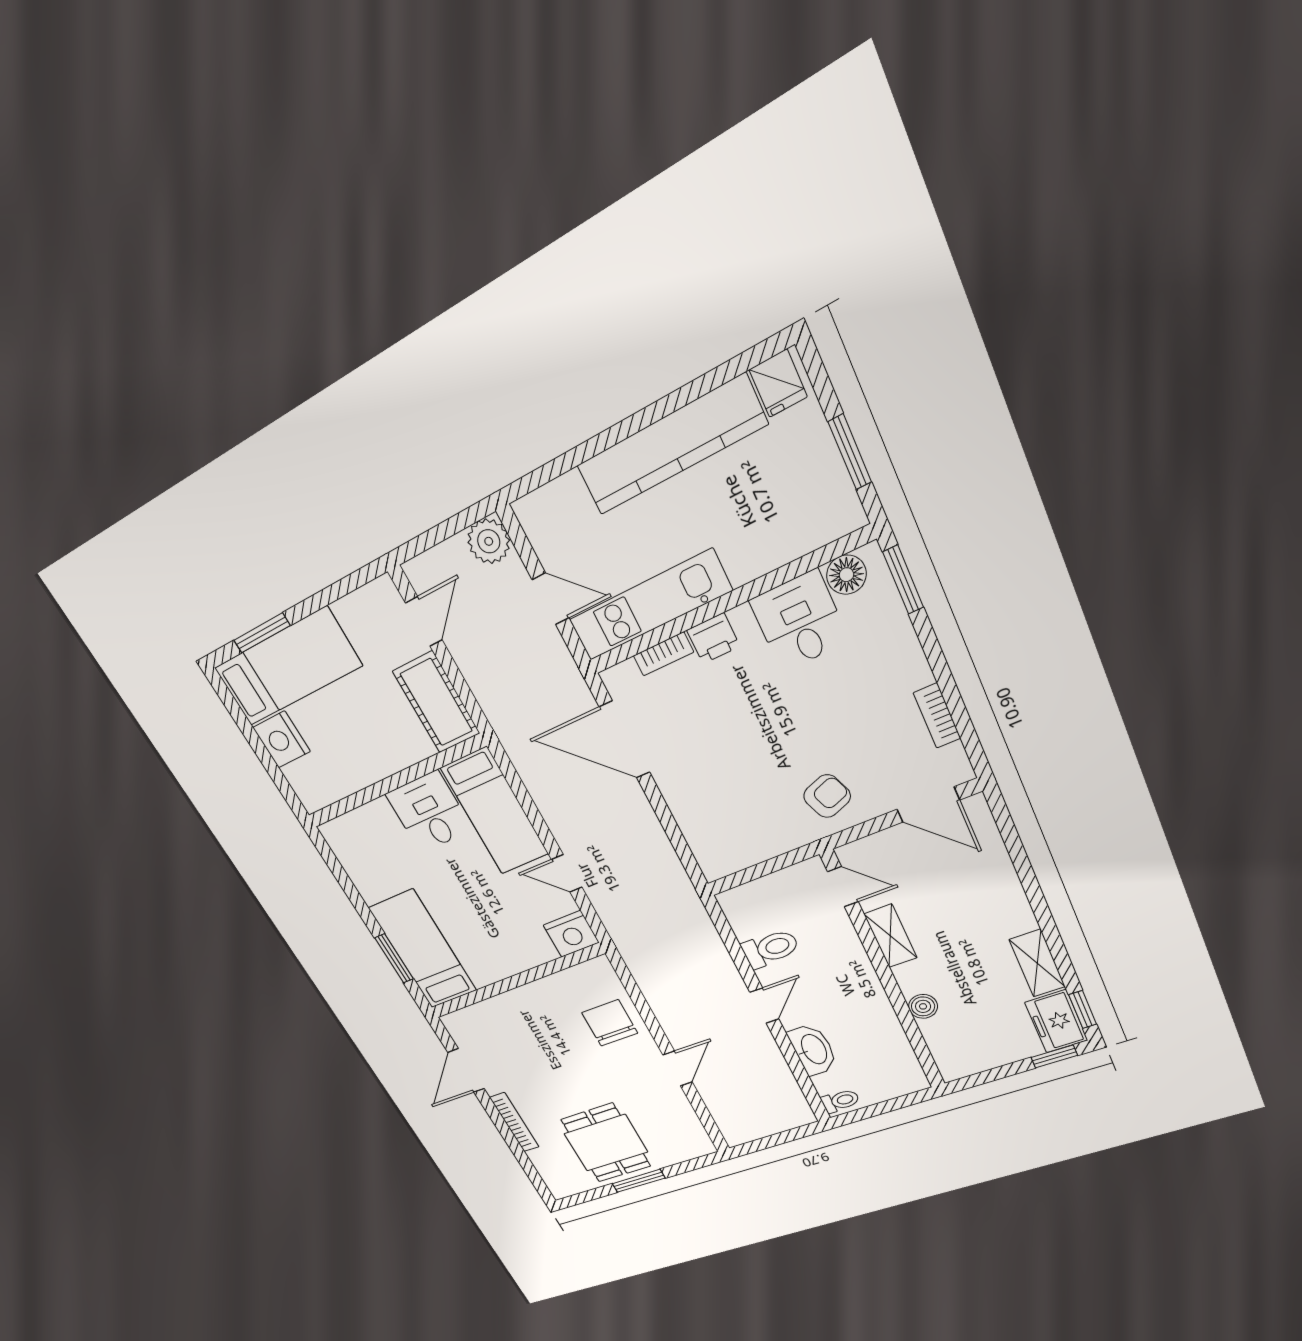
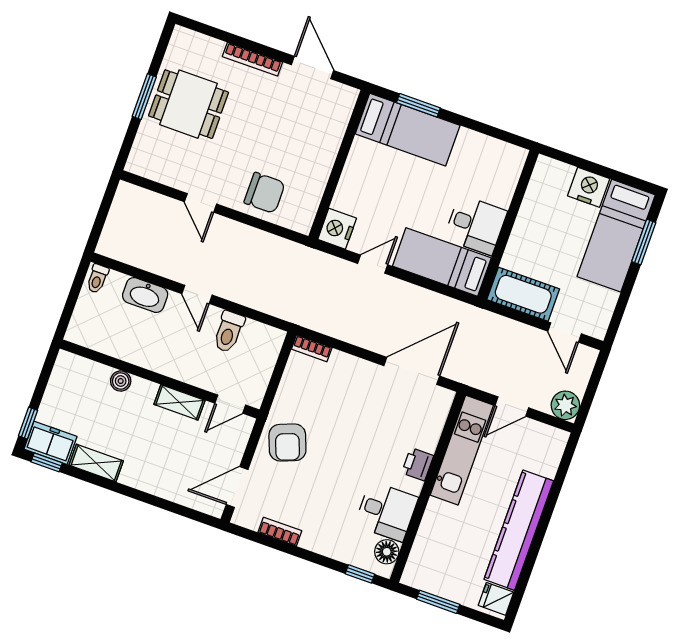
window: (903, 580) -> (360, 574), width x0.67
bookcase: (663, 654) -> (312, 348), moved, turned -90
armchair: (827, 796) -> (287, 443), width x1.38, depth x1.38

